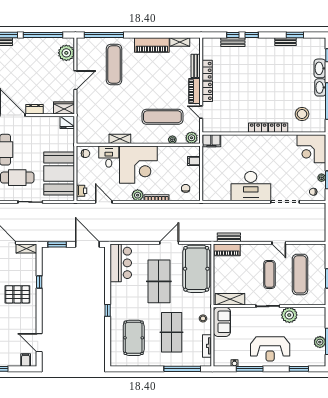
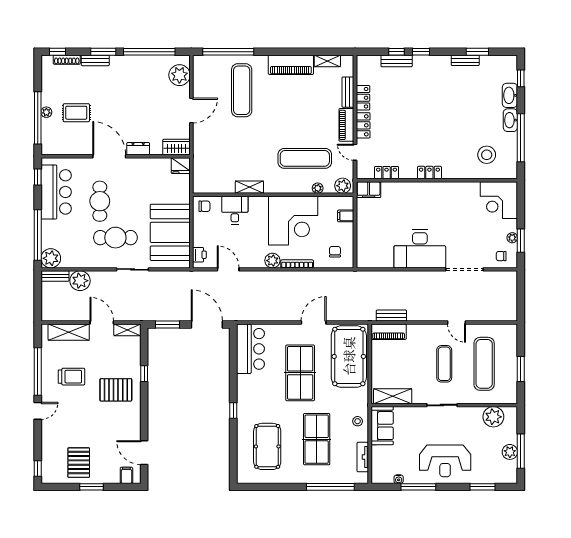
locker: (278, 128) -> (387, 173), moved
corner desk: (138, 165) -> (293, 221), moved
plant: (289, 315) -> (493, 417), moved

